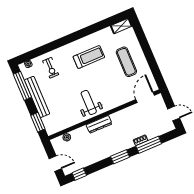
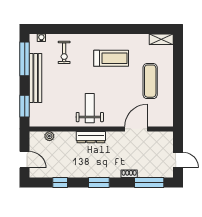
door: (145, 97) -> (136, 129), moved
window: (149, 145) -> (149, 183), moved
window: (79, 174) -> (60, 183), moved

